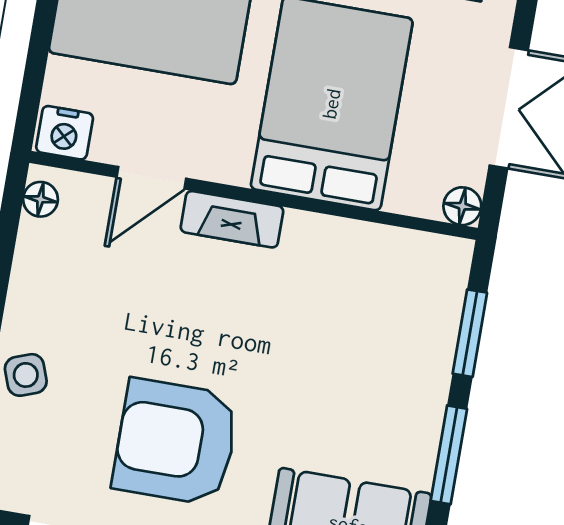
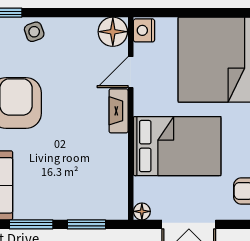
door: (151, 178) -> (131, 72), hinge flipped
floor lamp: (40, 199) -> (113, 32), width x1.89, depth x1.89

